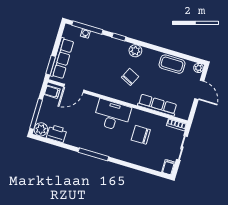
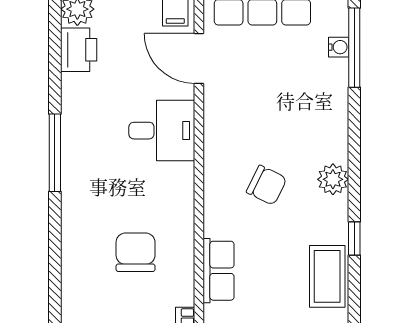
window: (119, 37) -> (354, 239), moved
row of seats: (157, 105) -> (219, 271), width x0.68
desk: (112, 115) -> (162, 131), moved, width x0.73

